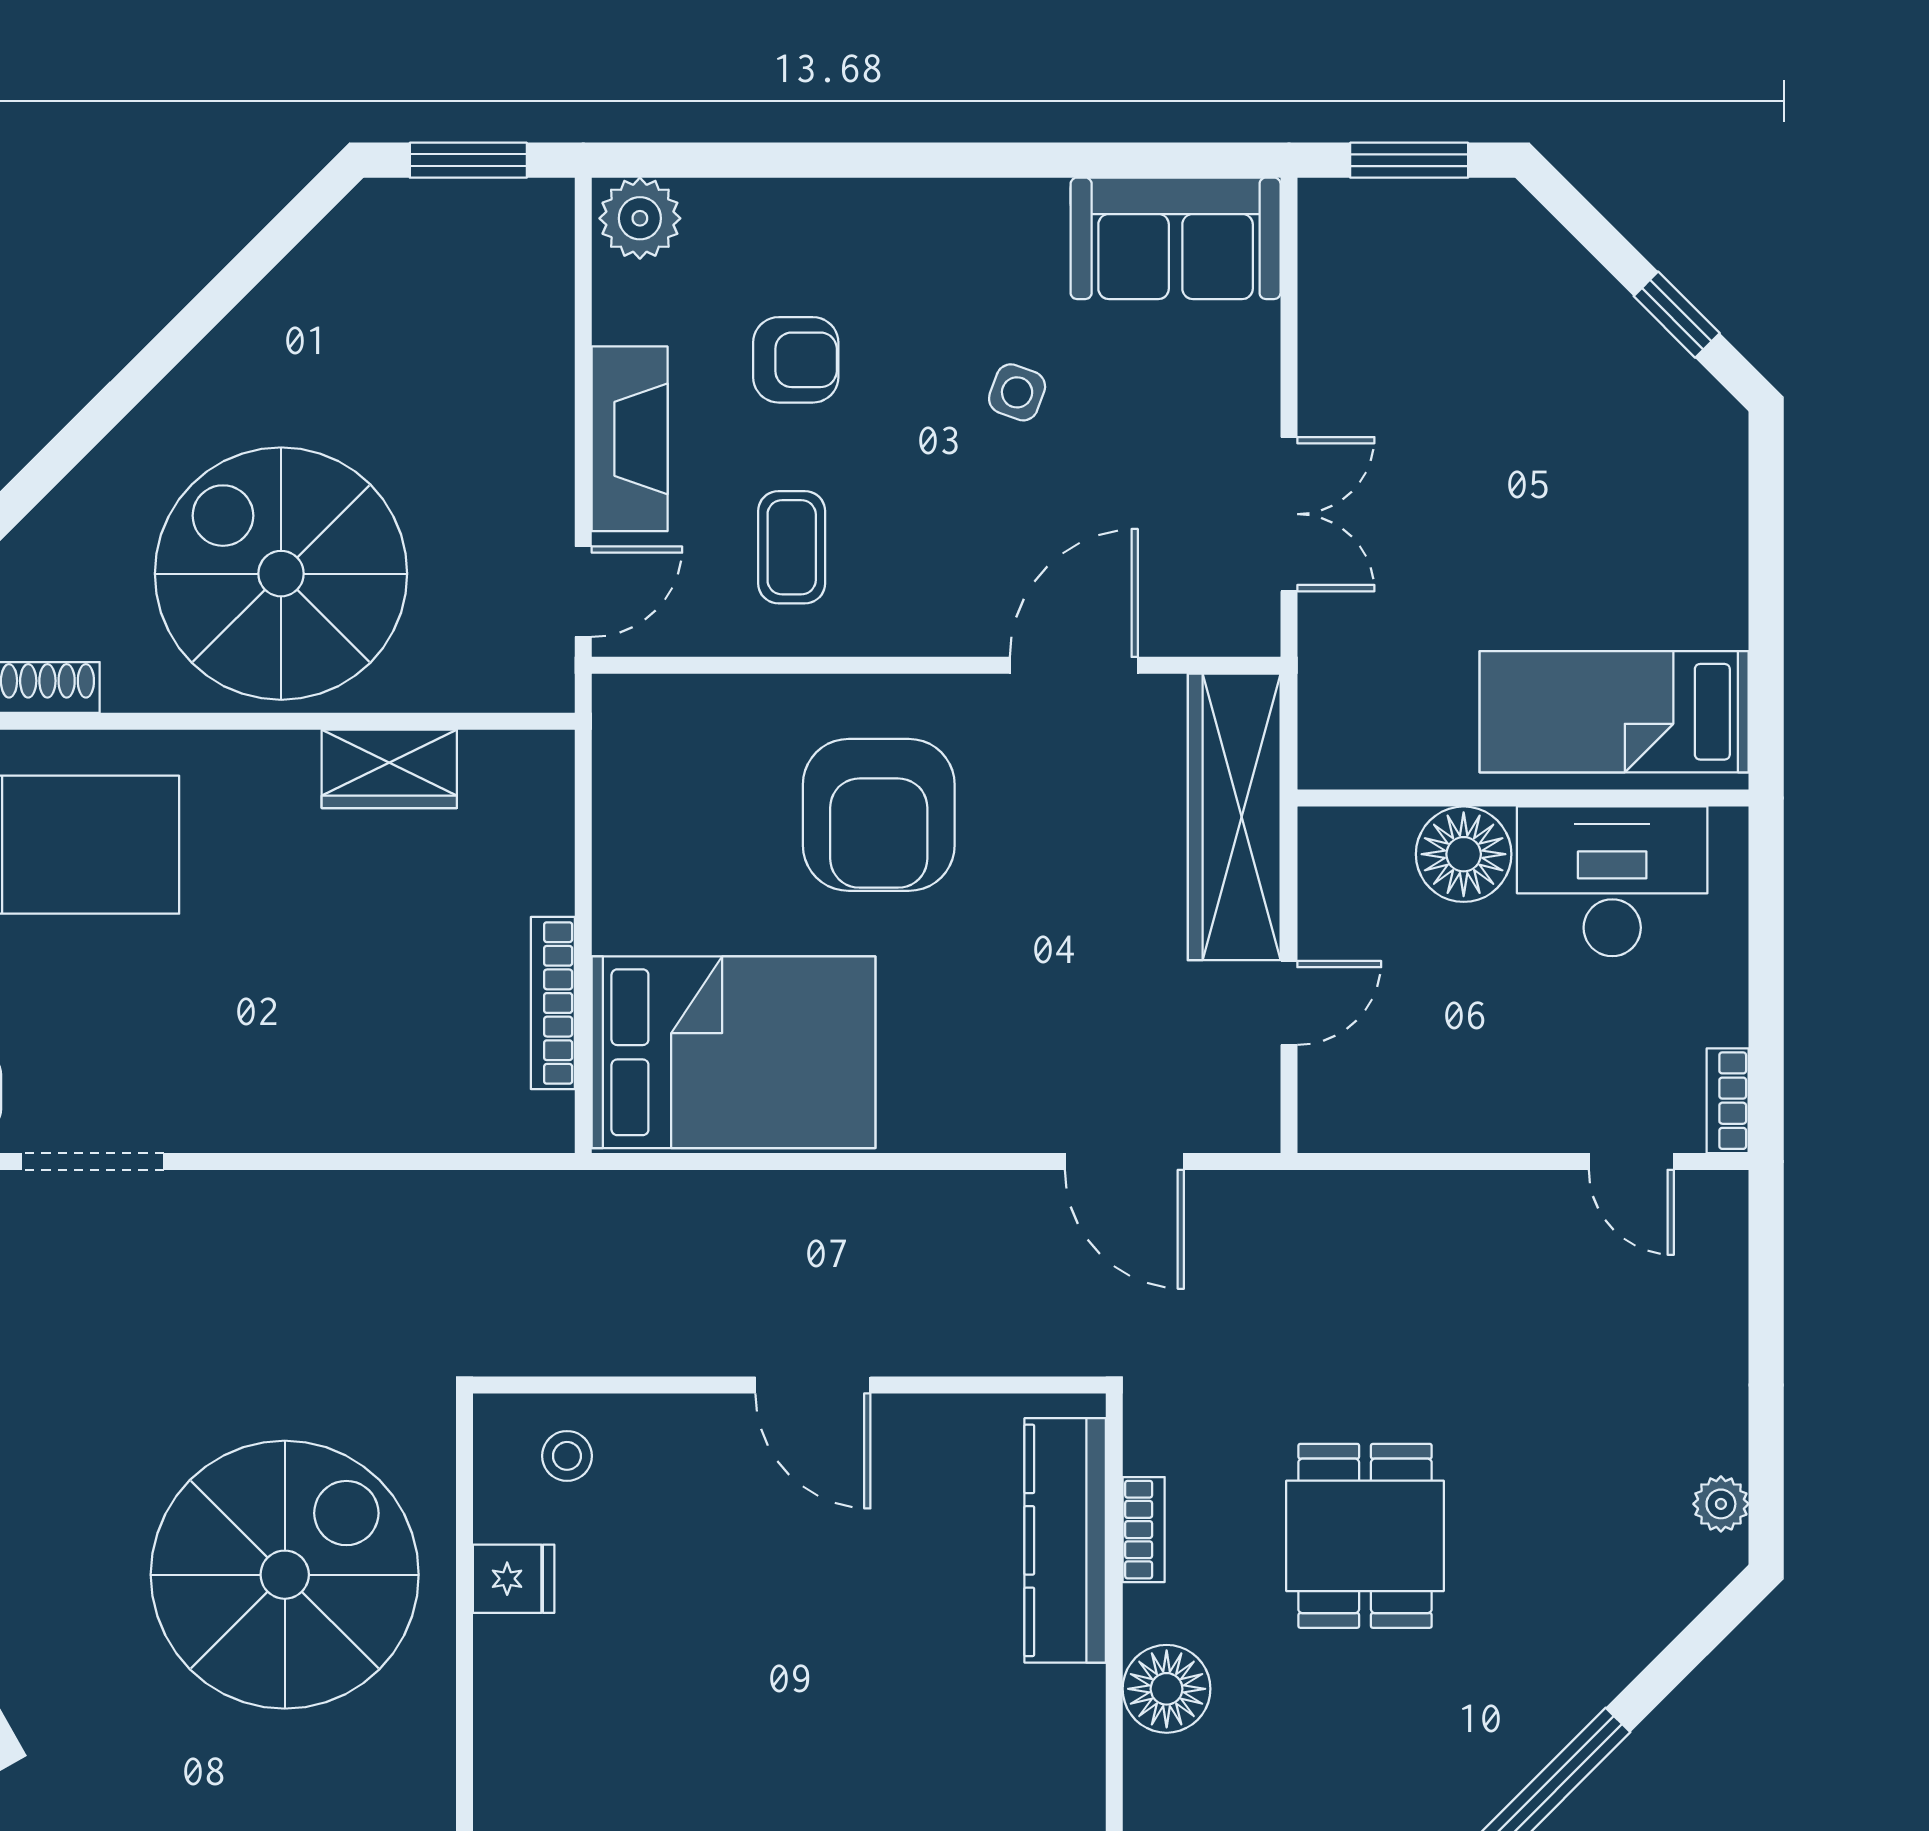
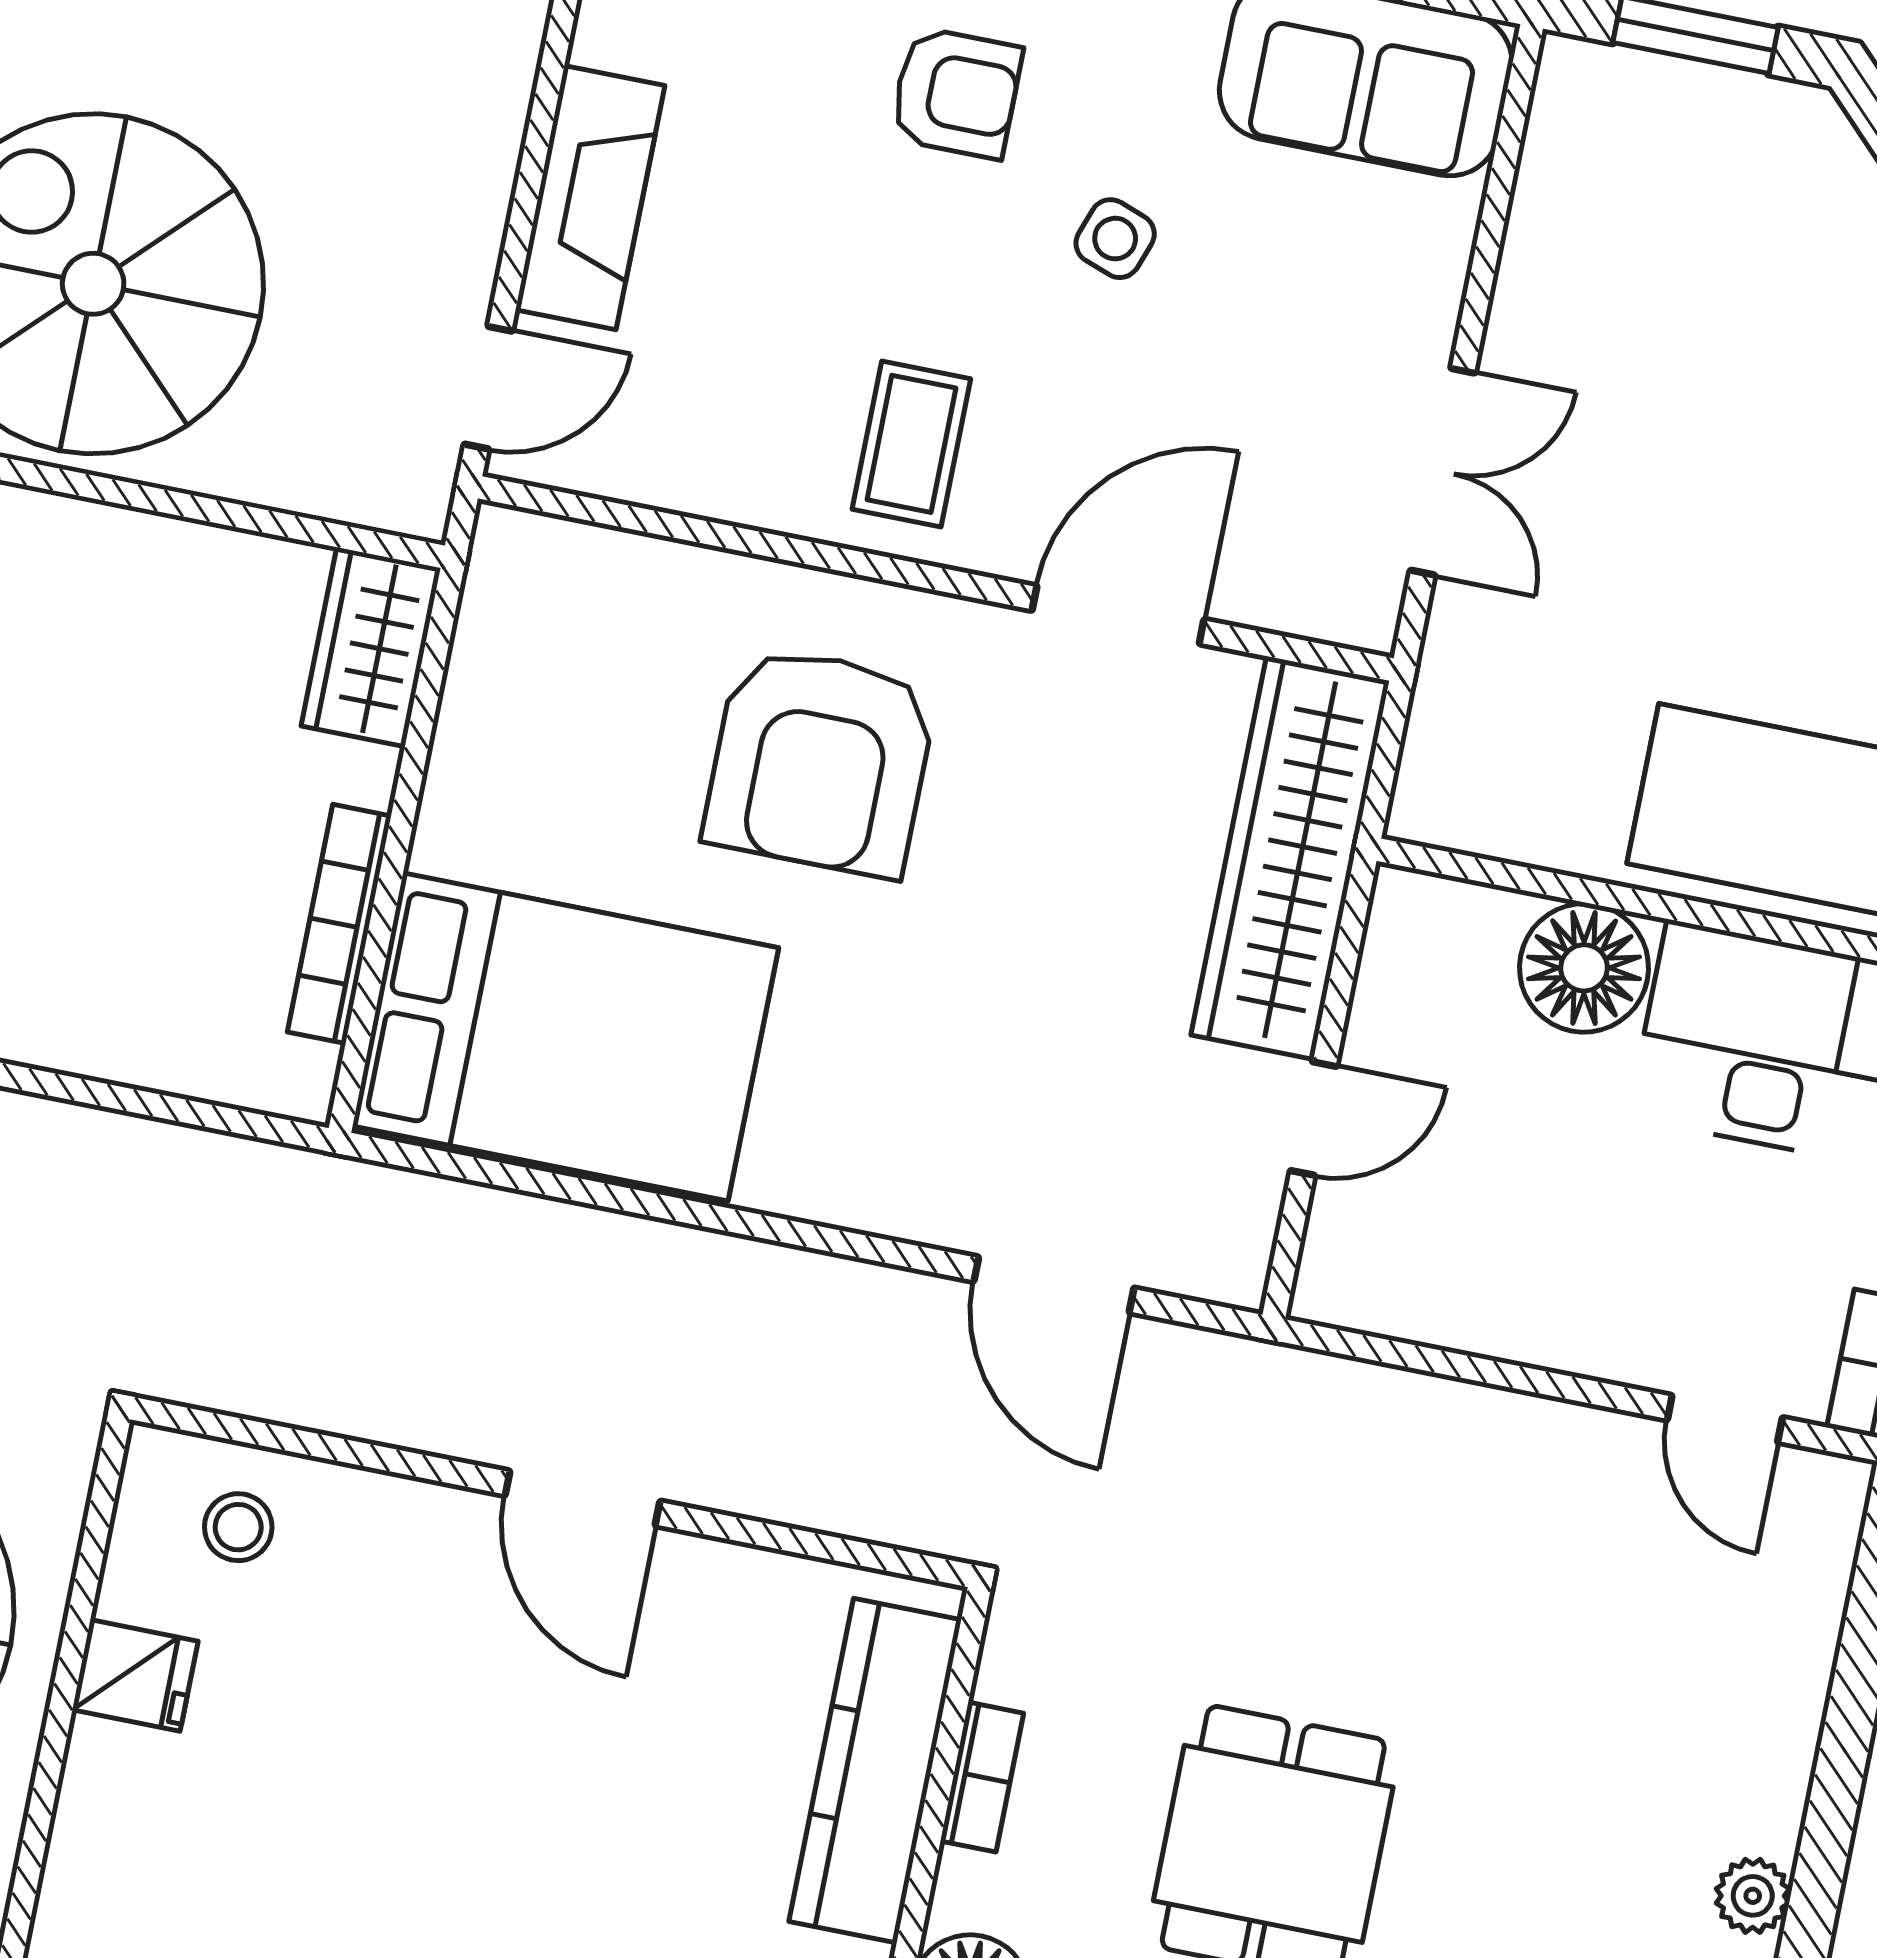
armchair: (796, 360) -> (956, 93), moved
coffee table: (792, 547) -> (911, 444), moved
wardrobe: (389, 769) -> (371, 647), moved, turned 90

